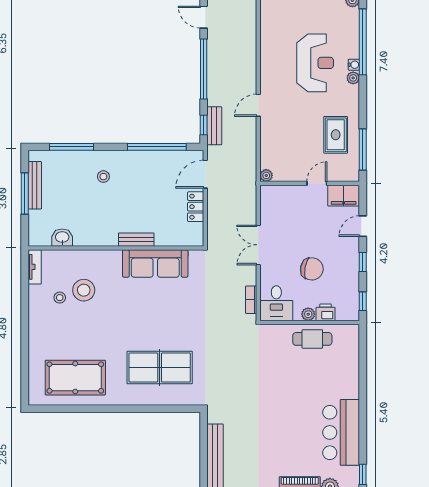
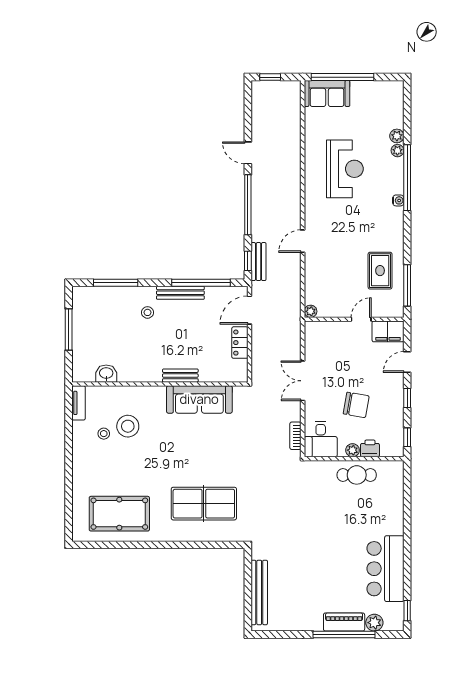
reception desk: (315, 63) -> (345, 169), moved
plant: (353, 78) -> (397, 151), moved
bench: (35, 185) -> (180, 293), moved, turned 90

